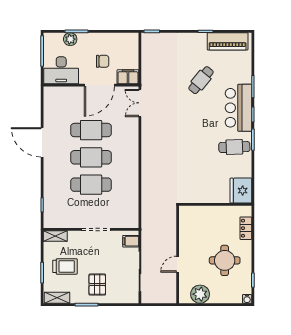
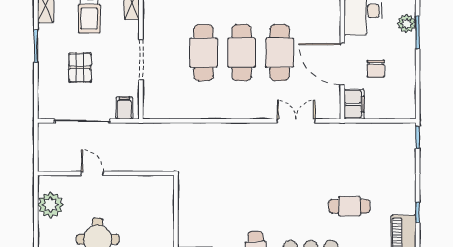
cafe table: (201, 80) -> (349, 206), turned -39
double door: (140, 103) -> (296, 121), moved
pallet: (97, 285) -> (80, 67), moved, turned 90

